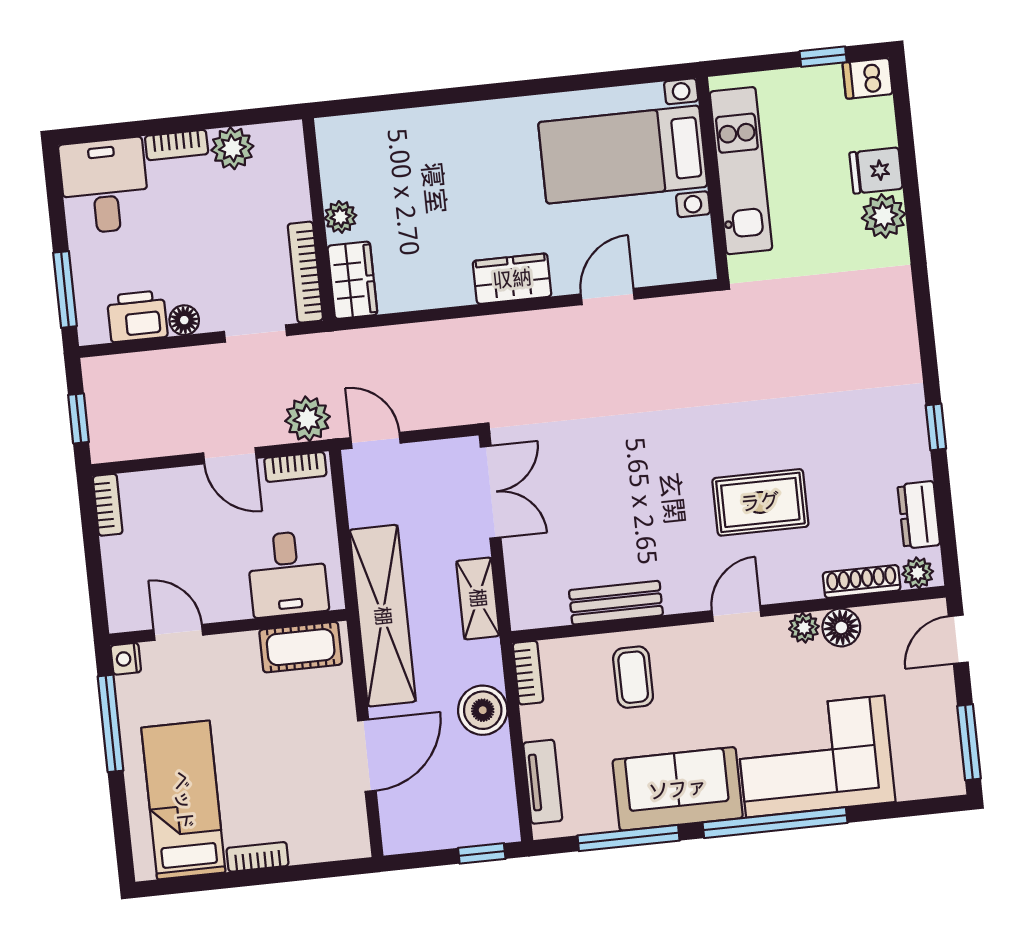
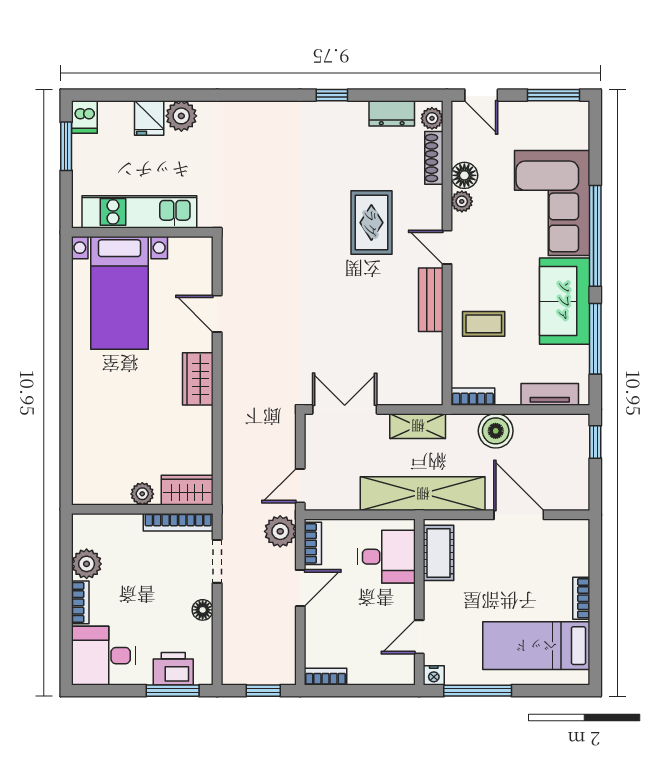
window: (823, 57) -> (66, 146), width x1.50
printer: (137, 316) -> (173, 669), moved, turned 90
bench: (616, 603) -> (431, 300), moved

